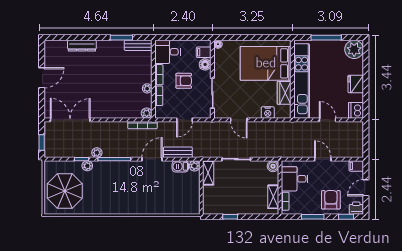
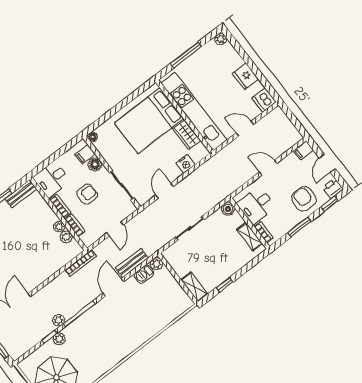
plant: (354, 49) -> (221, 39), width x0.53, depth x0.53
plant: (147, 113) -> (66, 237), moved
door: (239, 120) -> (164, 191), swing flipped
shelving: (208, 173) -> (194, 287), moved

